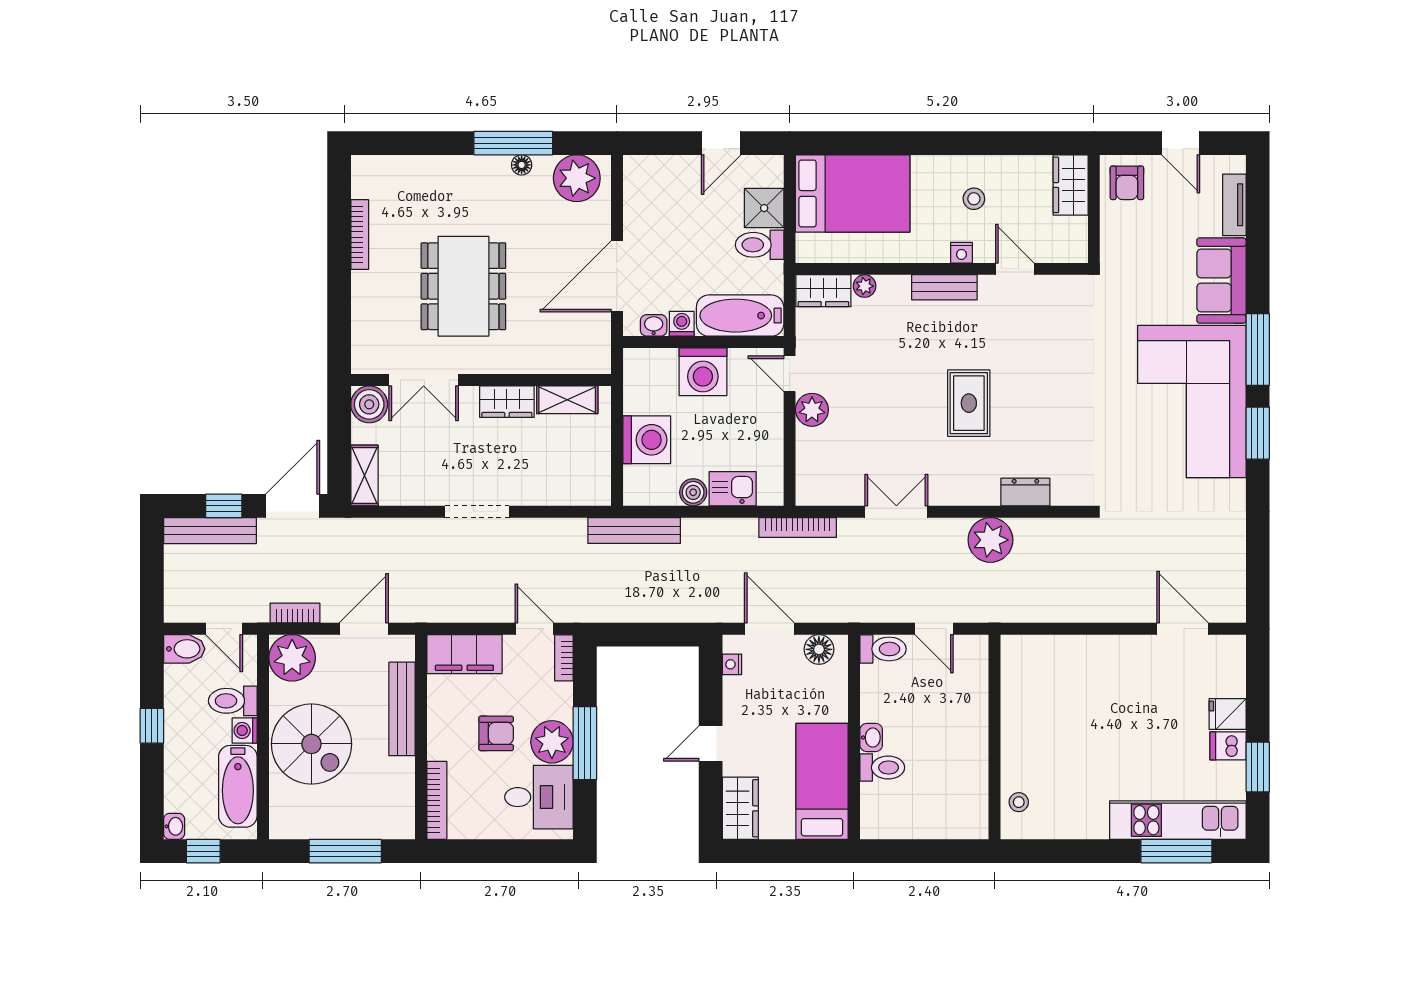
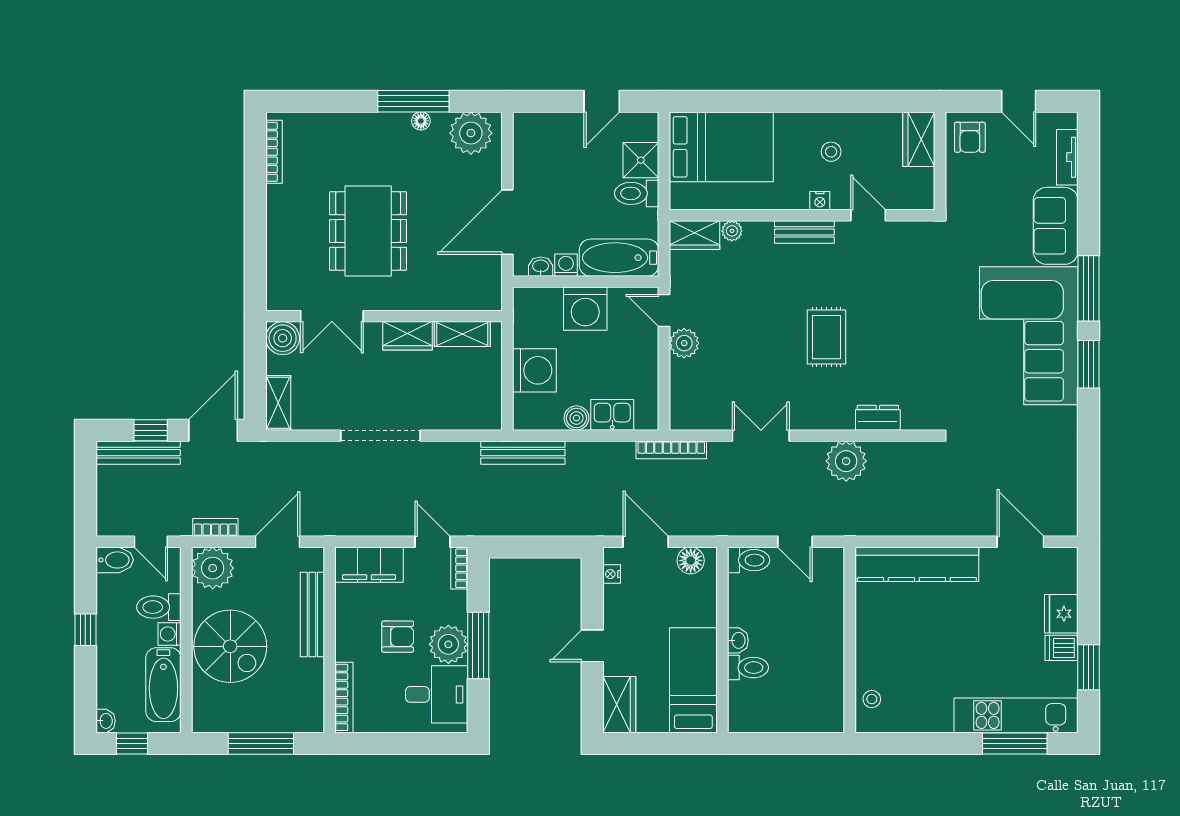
bookcase: (360, 235) -> (274, 152), moved
doorway: (477, 512) -> (381, 436), width x1.36
kitchen counter: (1068, 654) -> (917, 564), added
fridge: (1228, 714) -> (1061, 614), width x1.38

